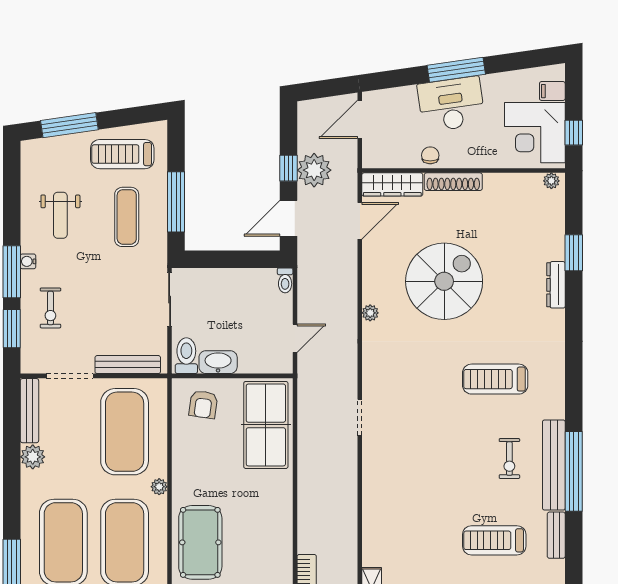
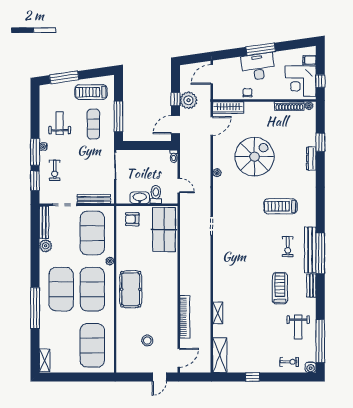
shoe rack: (453, 182) -> (289, 106), moved
weight bench: (60, 215) -> (60, 123), turned 180
door: (295, 338) -> (179, 186), hinge flipped
toilet: (186, 356) -> (156, 194), moved
armchair: (203, 404) -> (132, 219), turned 82
treadmill: (494, 540) -> (280, 288), turned 90

